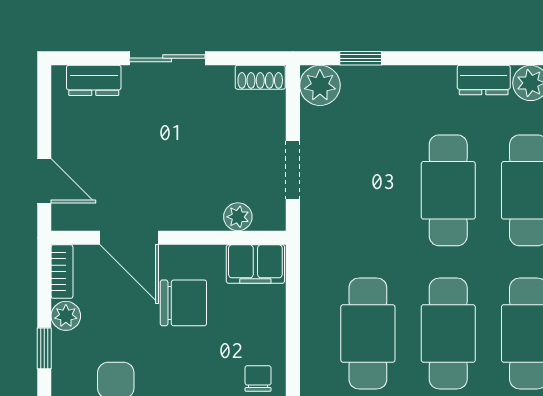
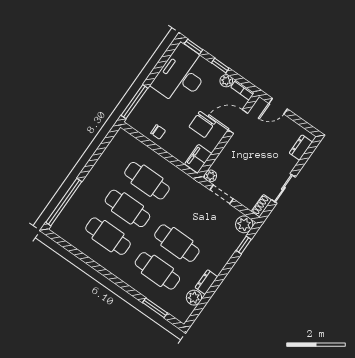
sliding door: (167, 58) -> (283, 188), moved
plant: (238, 217) -> (211, 176), moved

